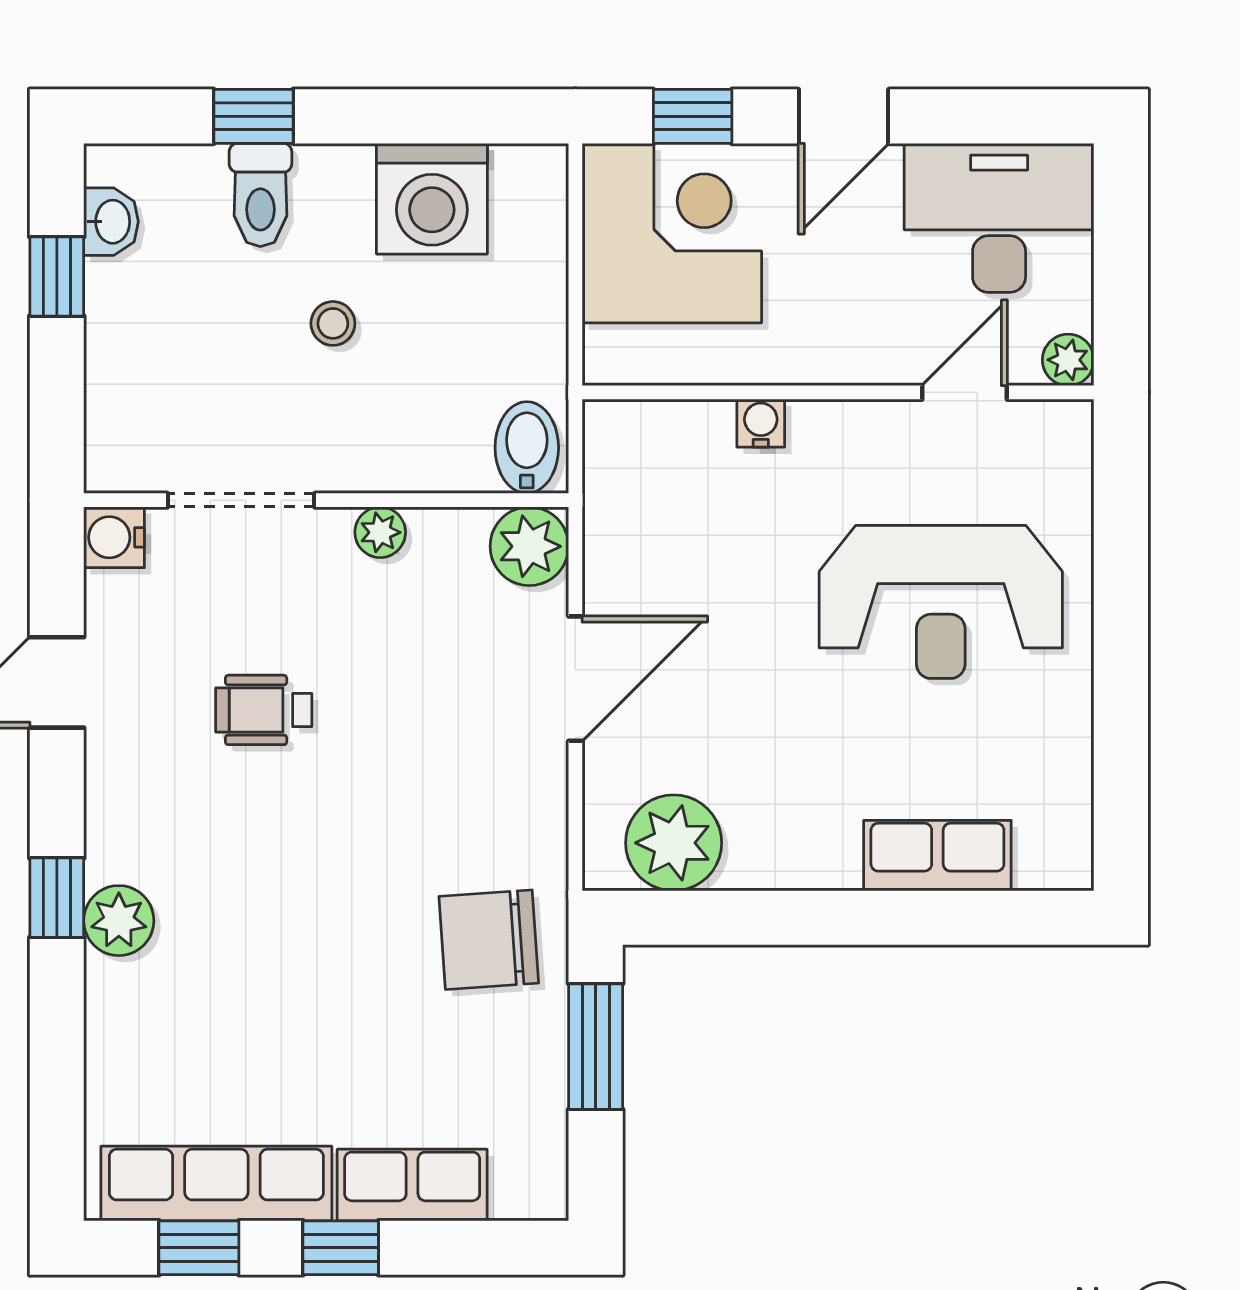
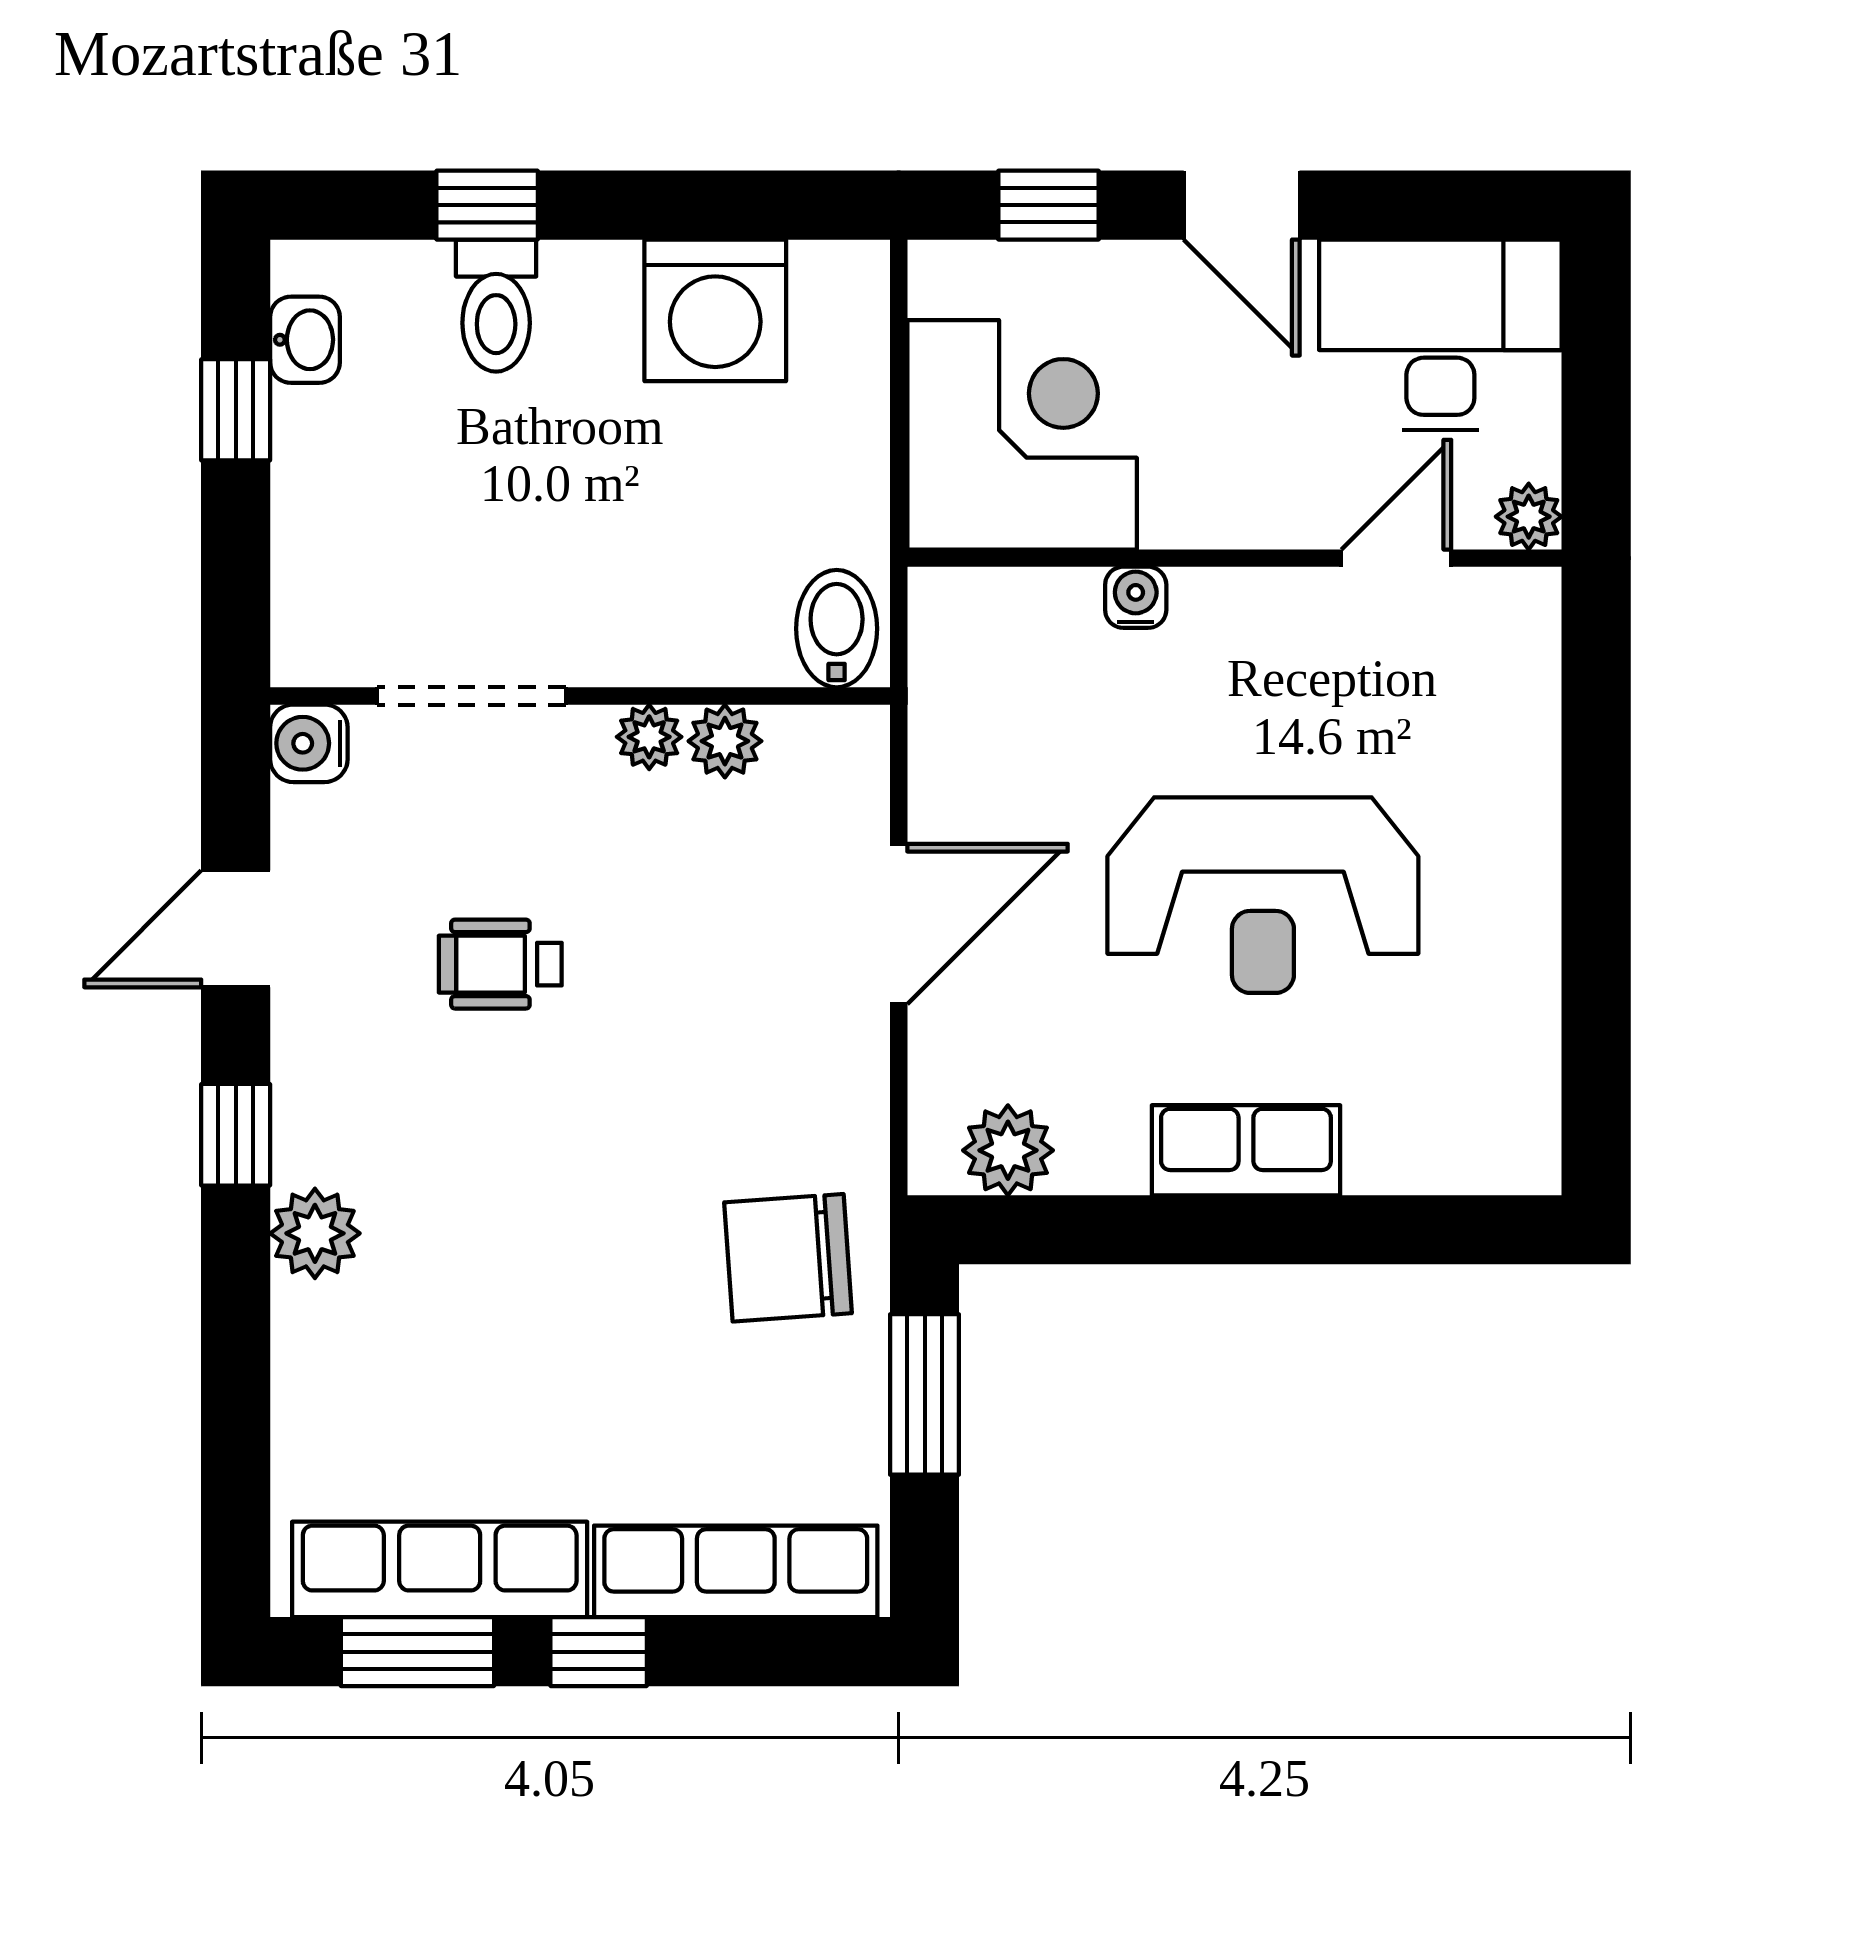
door: (844, 116) -> (1242, 205), hinge flipped
corner desk: (672, 233) -> (1022, 435), moved
stool: (333, 323) -> (589, 470), removed
plant: (529, 546) -> (725, 741), moved, width x0.73, depth x0.73
reception desk: (941, 602) -> (1263, 895), moved
plant: (674, 843) -> (1008, 1150), width x0.73, depth x0.73
row of seats: (937, 856) -> (1246, 1150), moved
window: (57, 898) -> (236, 1135), moved
row of seats: (412, 1185) -> (736, 1571), width x1.48
window: (199, 1248) -> (417, 1652), width x1.50

